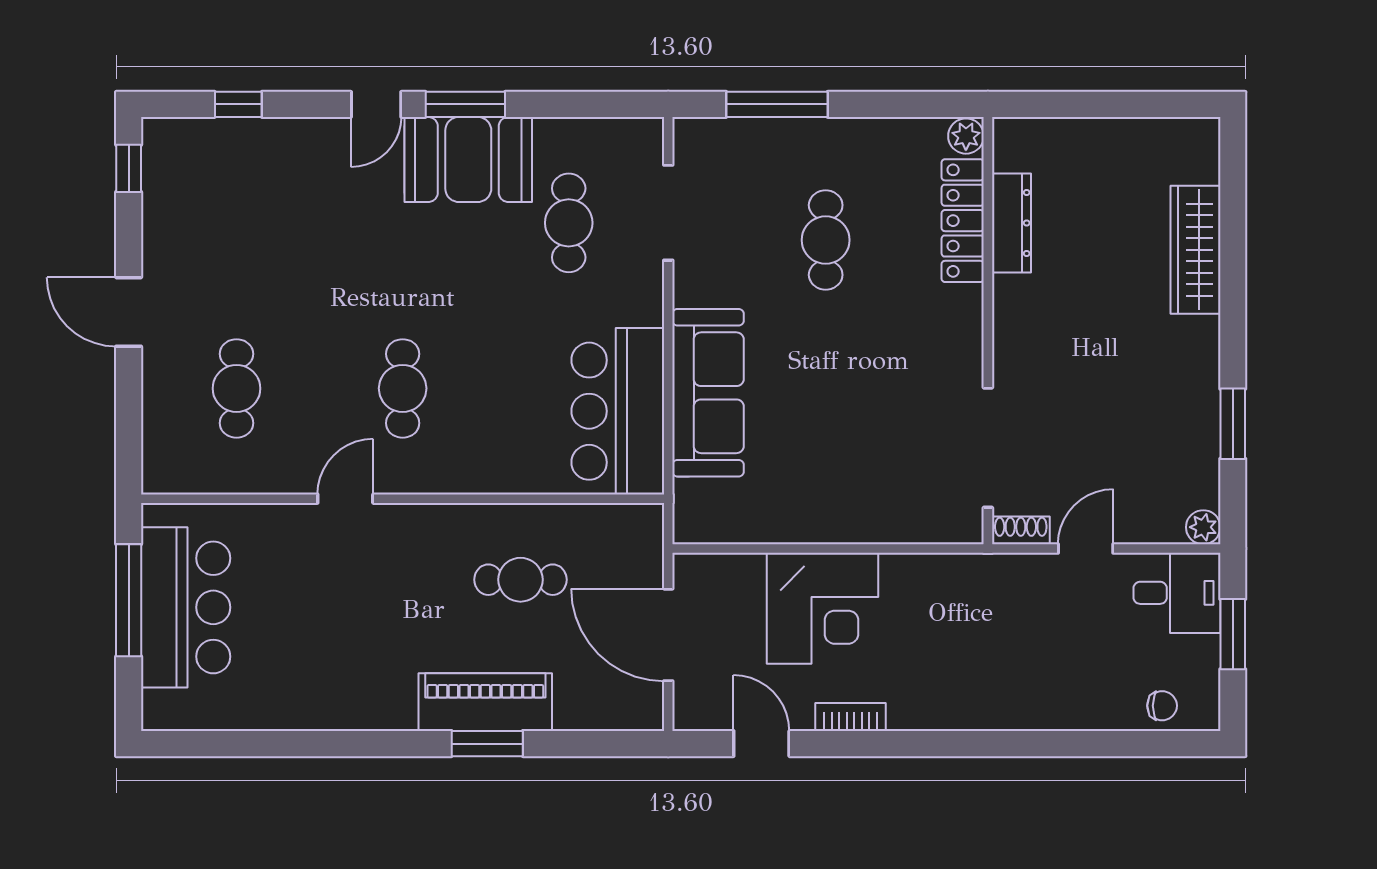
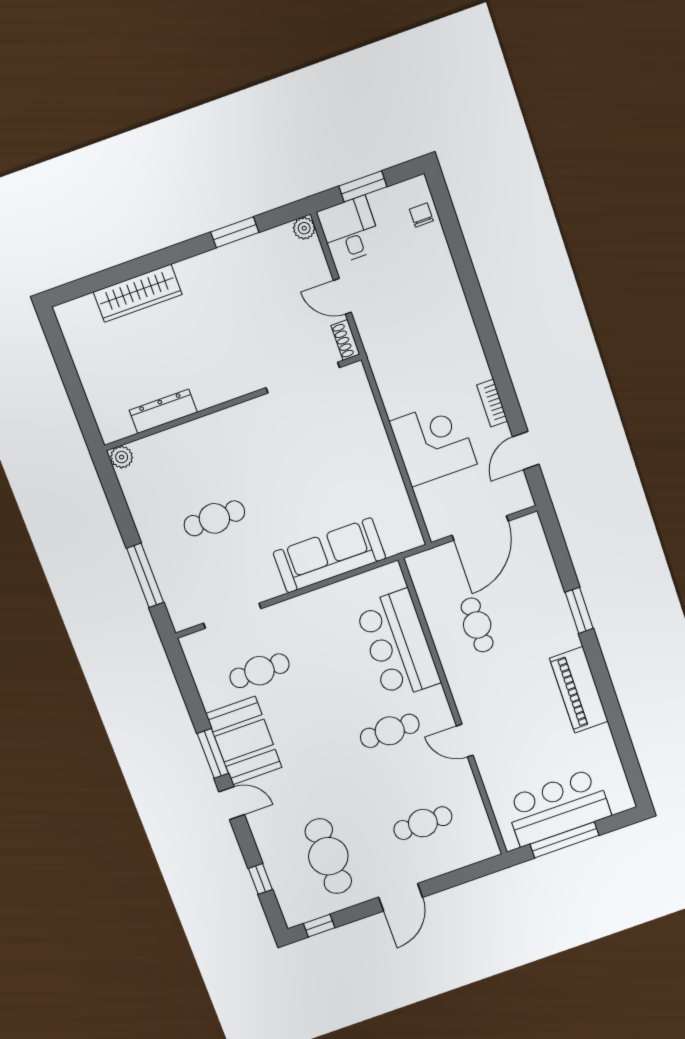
locker: (963, 221) -> (173, 441), removed
cafe table: (237, 223) -> (328, 856), added
bar counter: (618, 411) -> (398, 645), moved, turned 90
piano: (485, 702) -> (579, 690), moved

